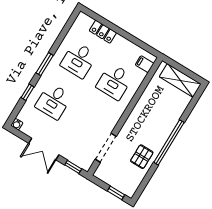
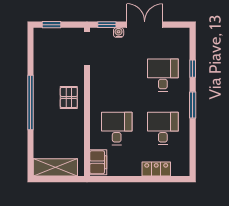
filing cabinet: (145, 64) -> (98, 162), width x2.00
water cooler: (17, 124) -> (119, 33), moved
doorway: (106, 148) -> (87, 49), moved
pallet: (142, 157) -> (69, 97), moved

